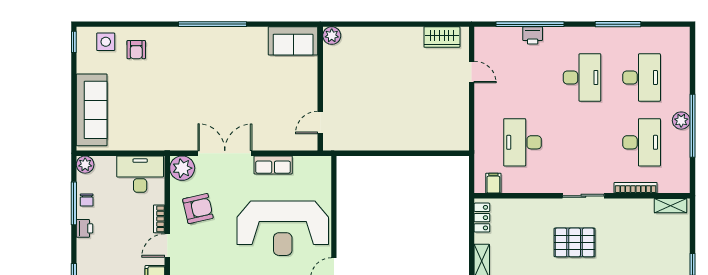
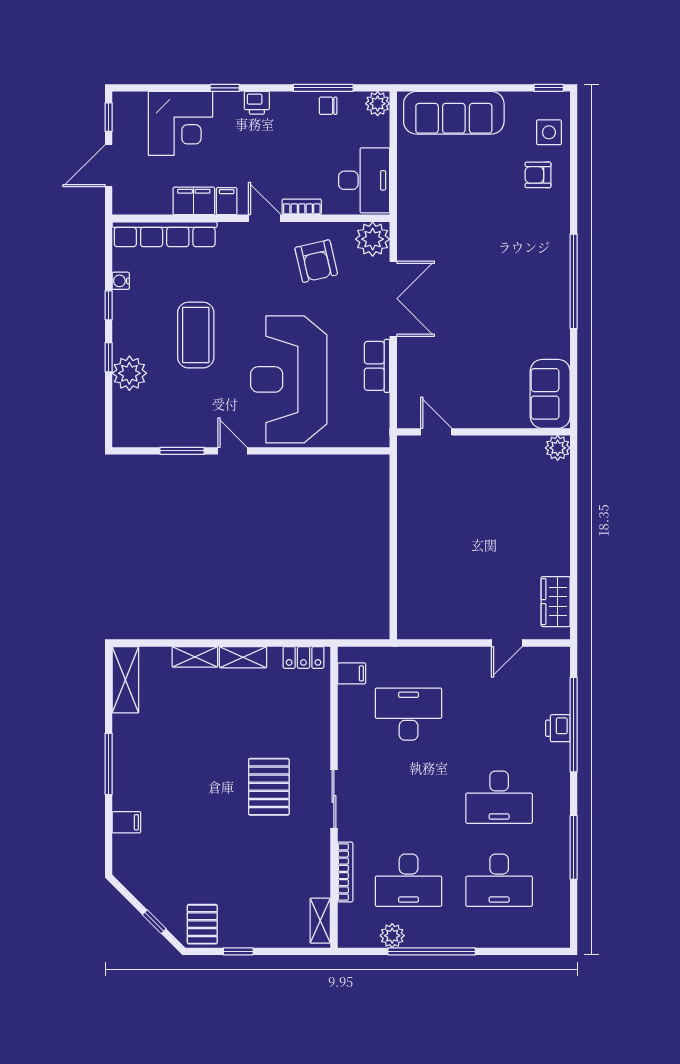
plant: (681, 121) -> (392, 936), moved
printer: (85, 228) -> (257, 103), moved

